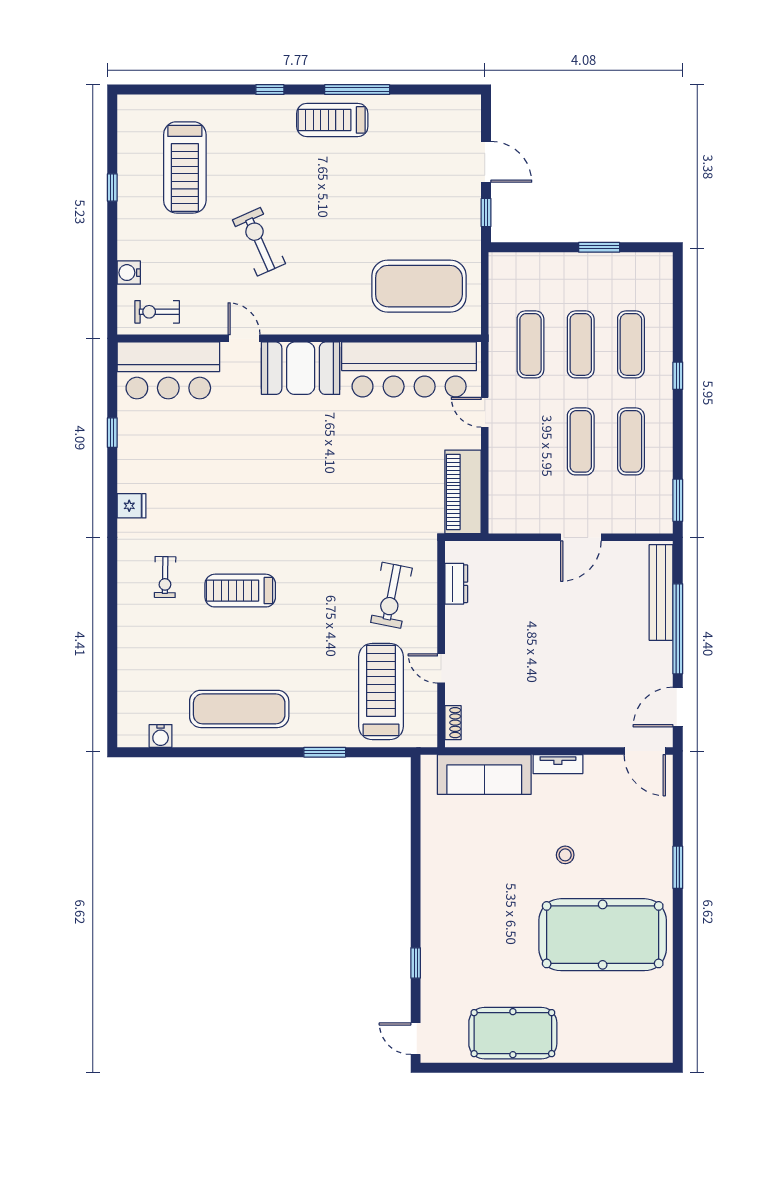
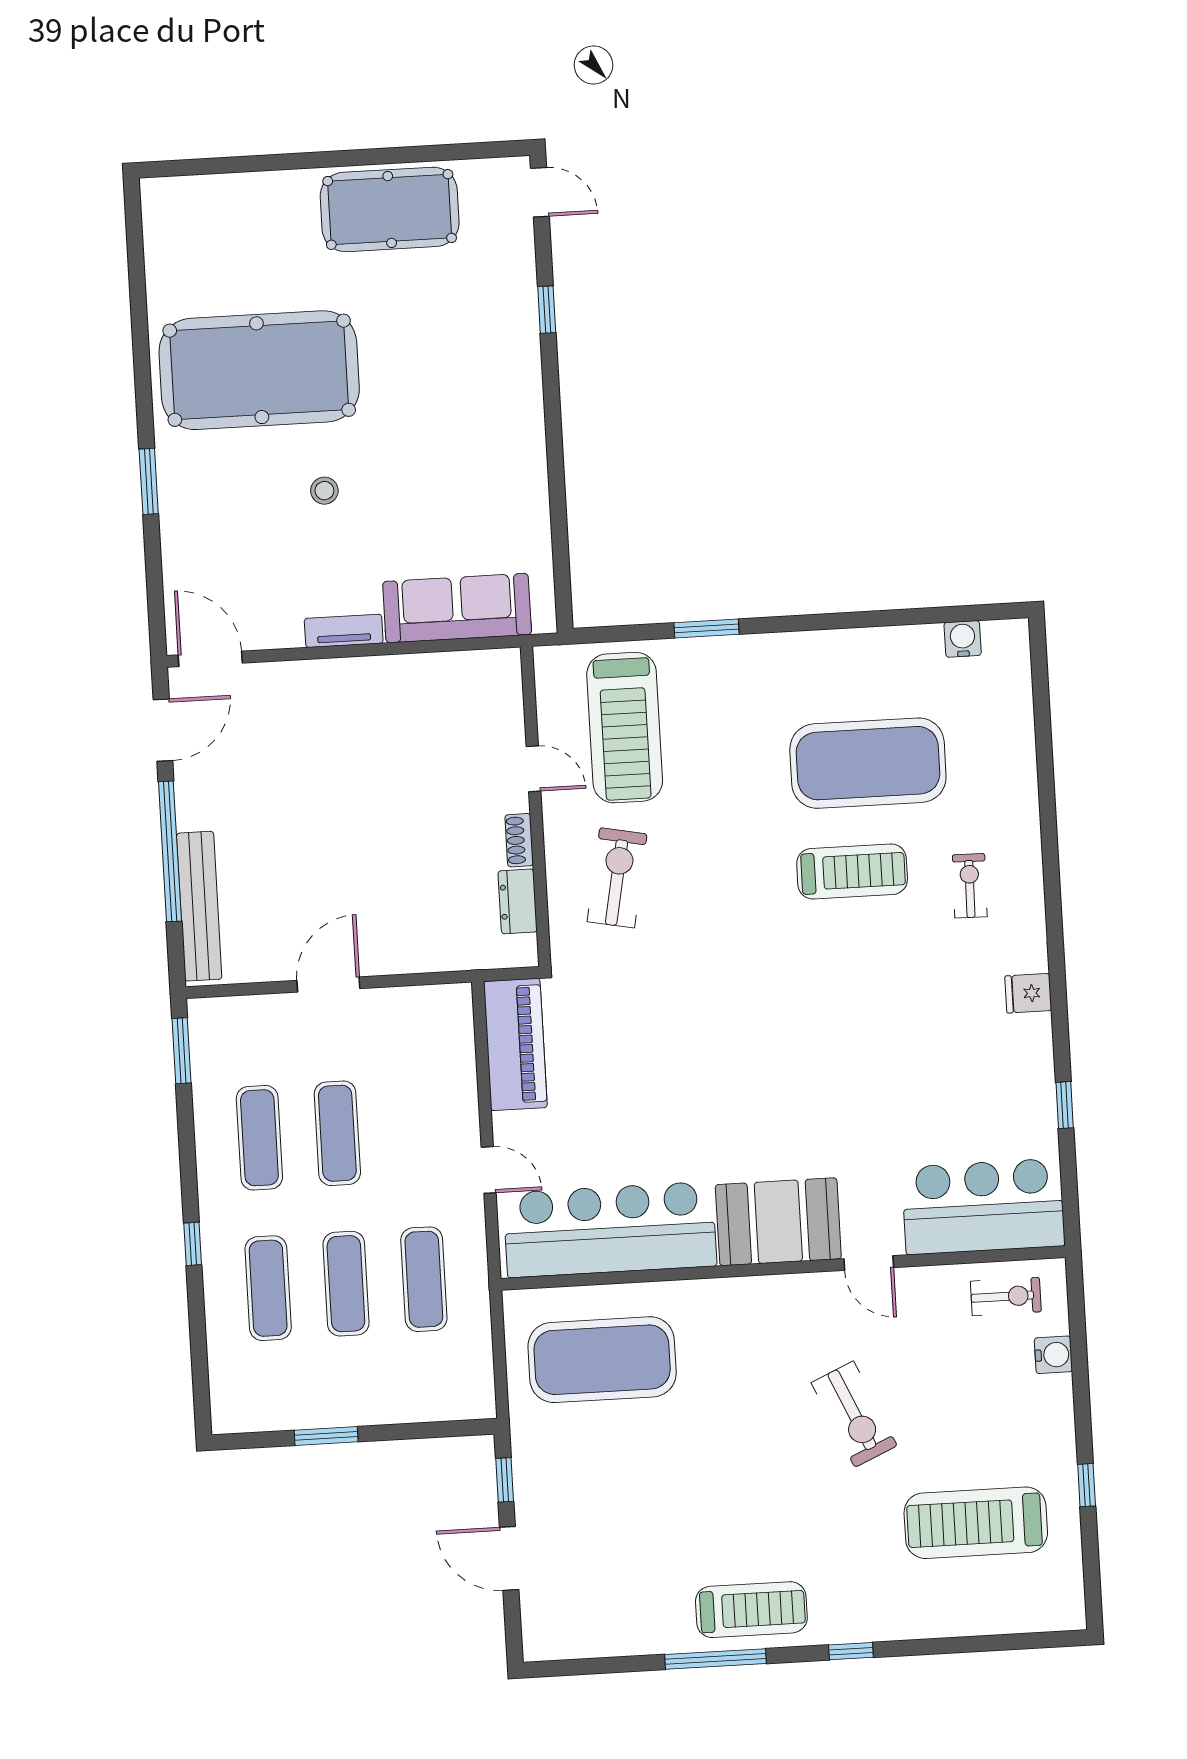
treadmill: (185, 167) -> (976, 1523), turned -90
exercise mat: (239, 709) -> (868, 763), moved, width x1.47
shoe rack: (453, 723) -> (519, 840), moved

